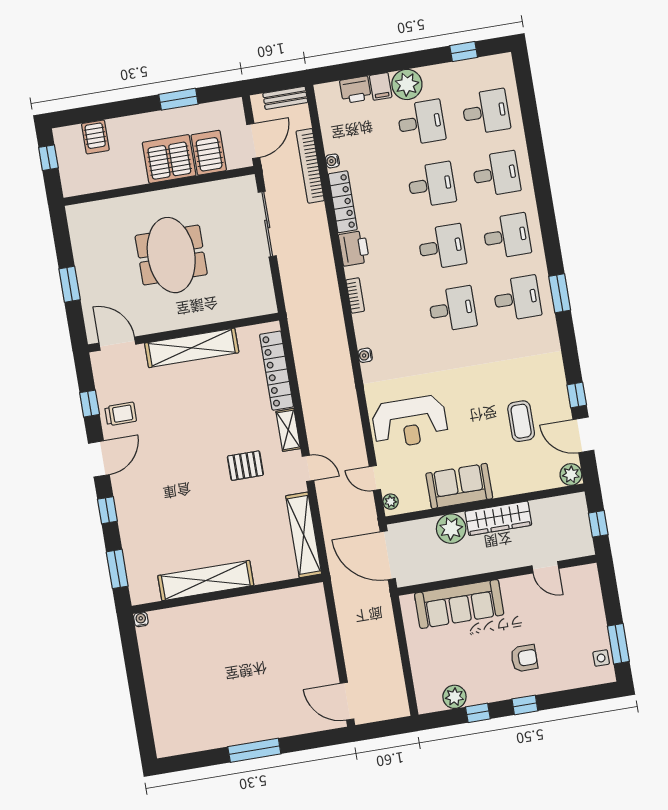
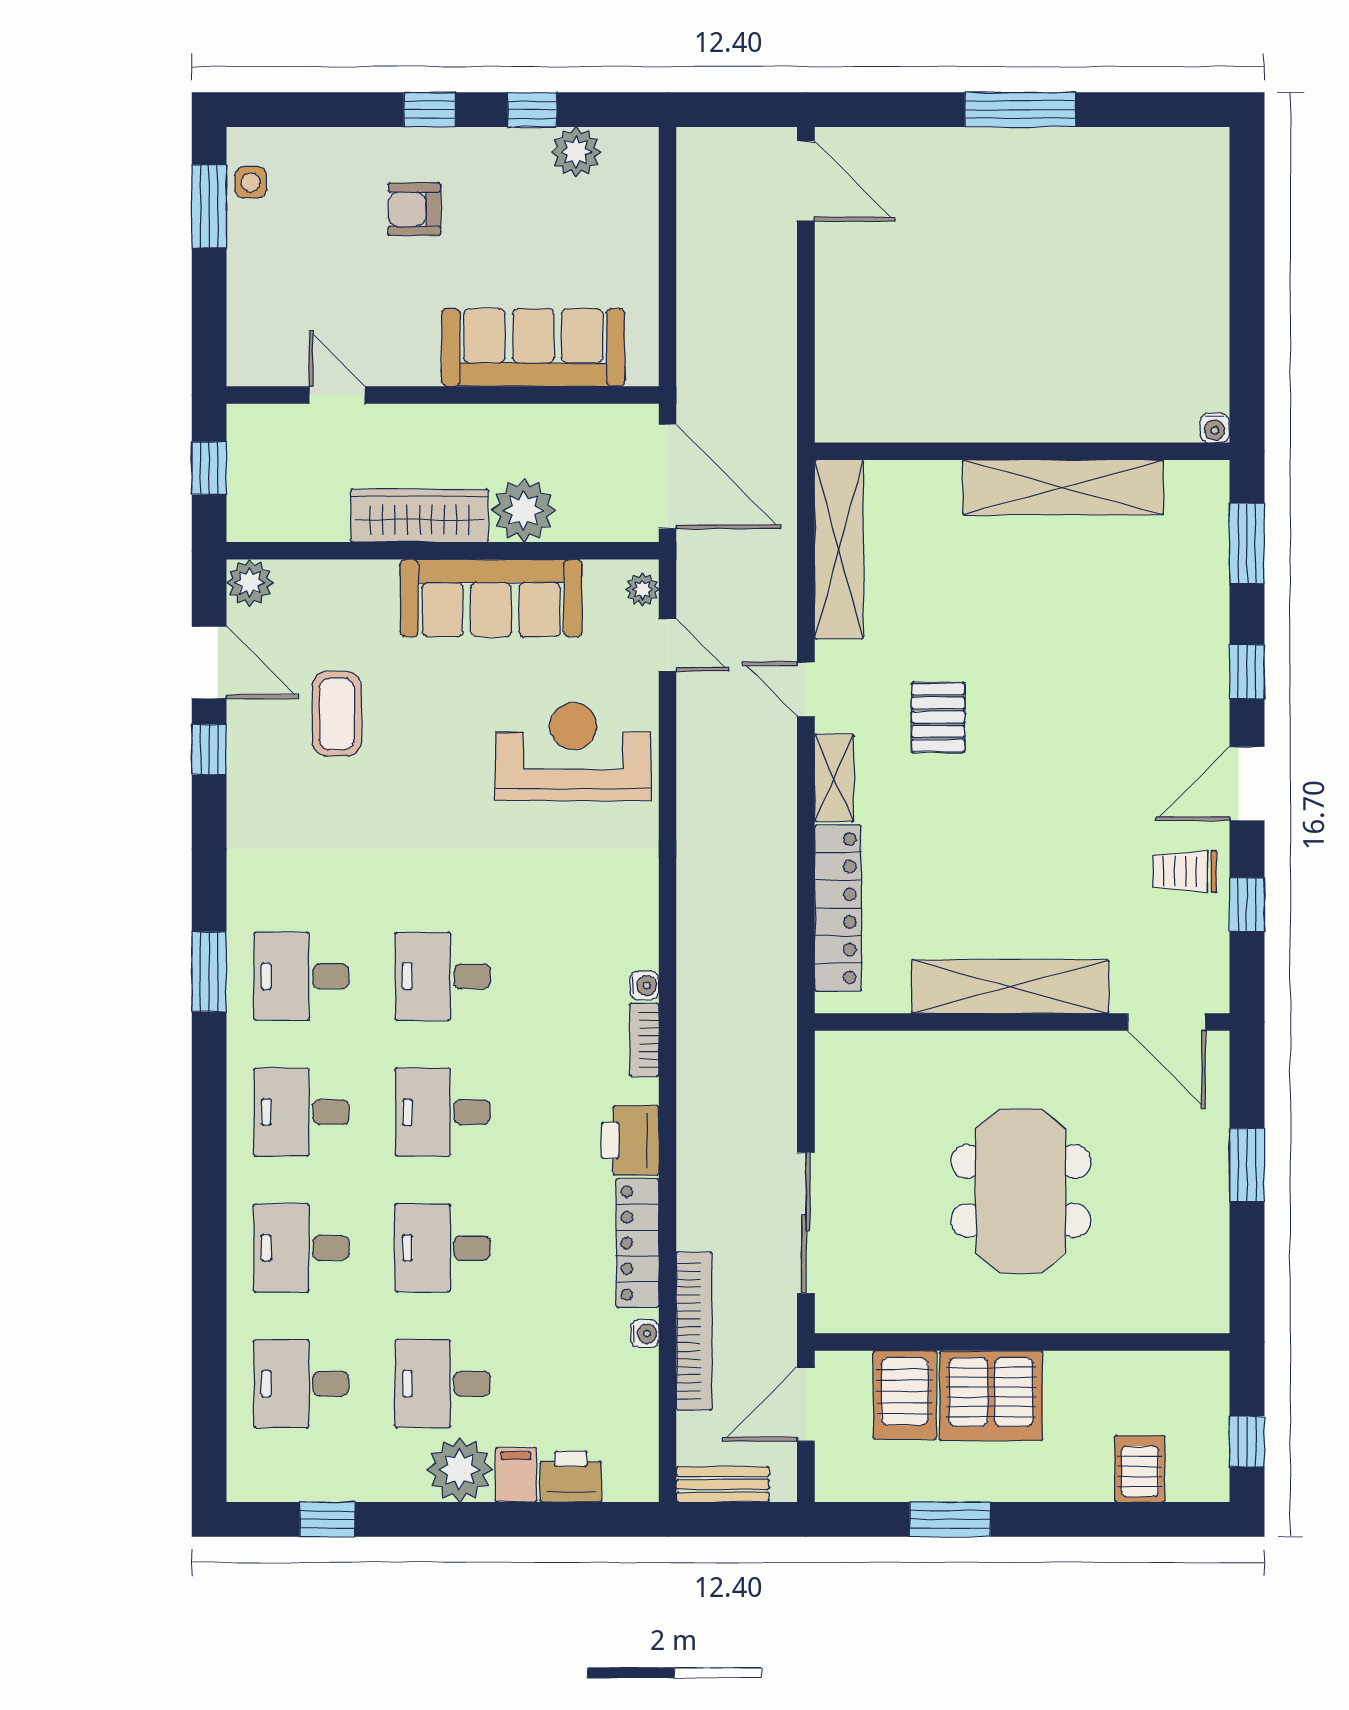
water cooler: (365, 355) -> (644, 985), moved
pallet: (245, 466) -> (938, 717), turned 90
sofa: (459, 486) -> (491, 598), width x1.36

